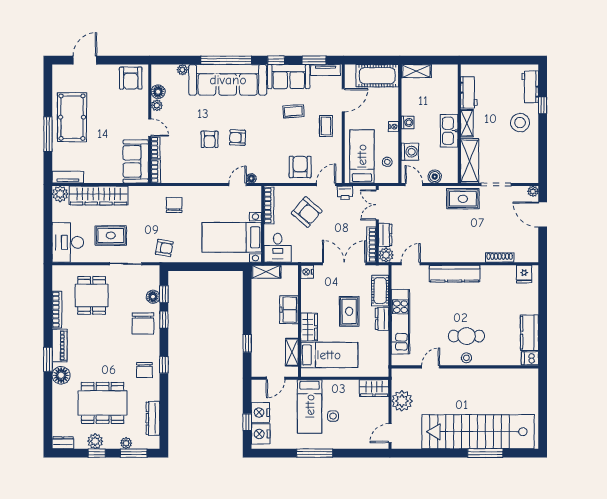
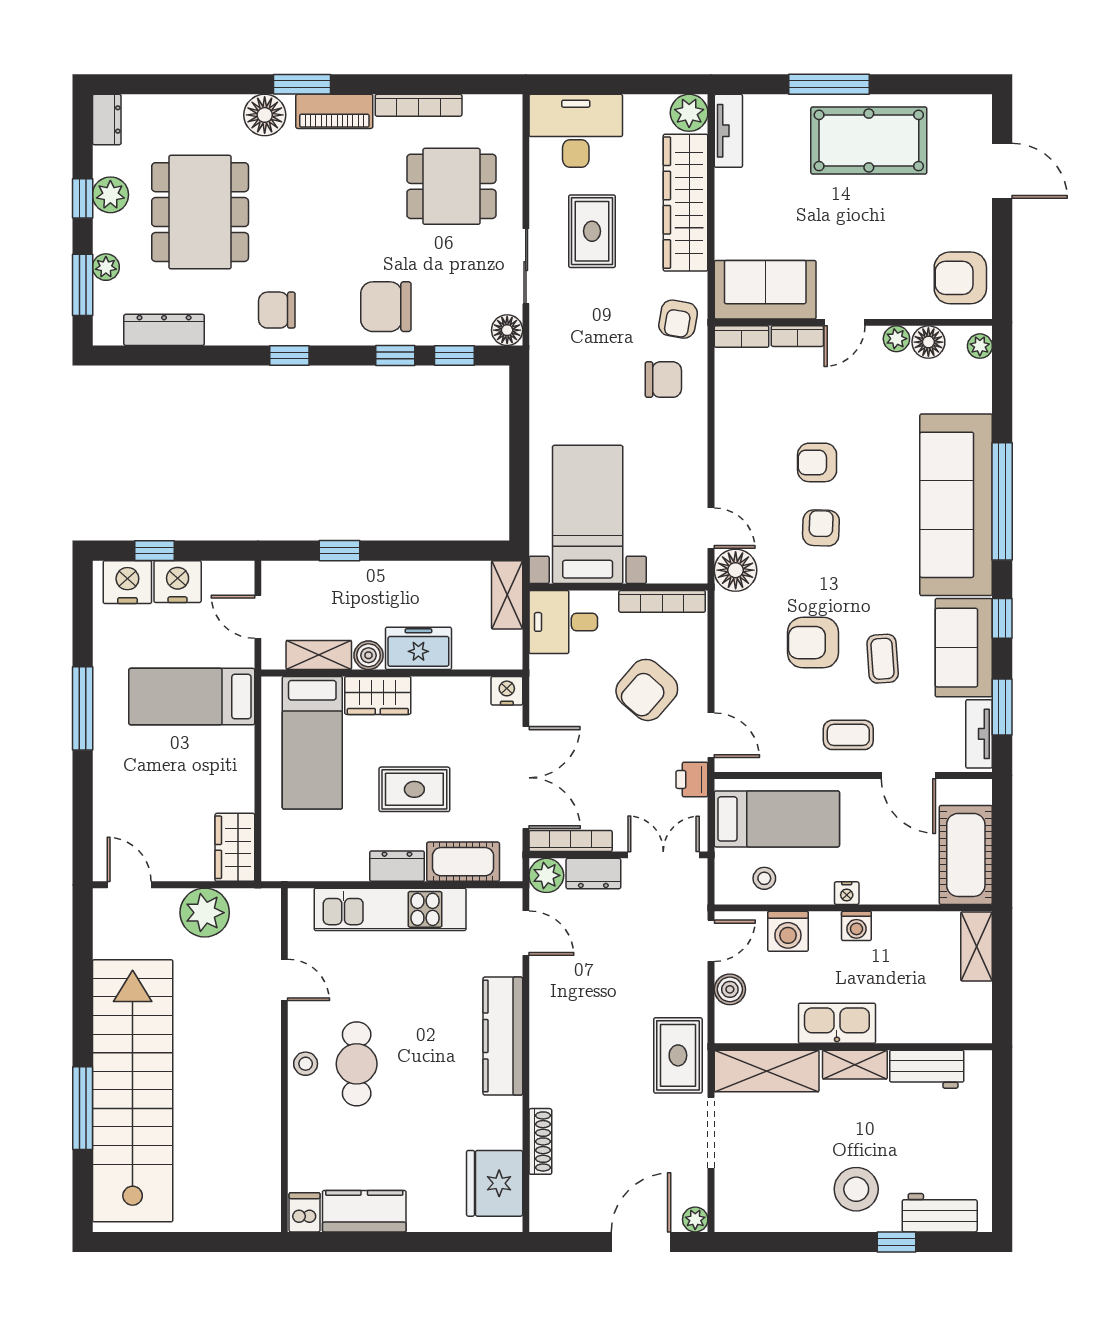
plant: (182, 70) -> (980, 346), moved
armchair: (300, 167) -> (813, 643), moved, turned 180
floor lamp: (251, 178) -> (736, 570), width x1.89, depth x1.89
armchair: (164, 248) -> (678, 319), moved
fridge: (524, 274) -> (495, 1183), width x1.88, depth x1.34
floor lamp: (153, 297) -> (507, 330), moved
boiler: (292, 331) -> (369, 655), added
side table: (333, 416) -> (169, 751), removed

